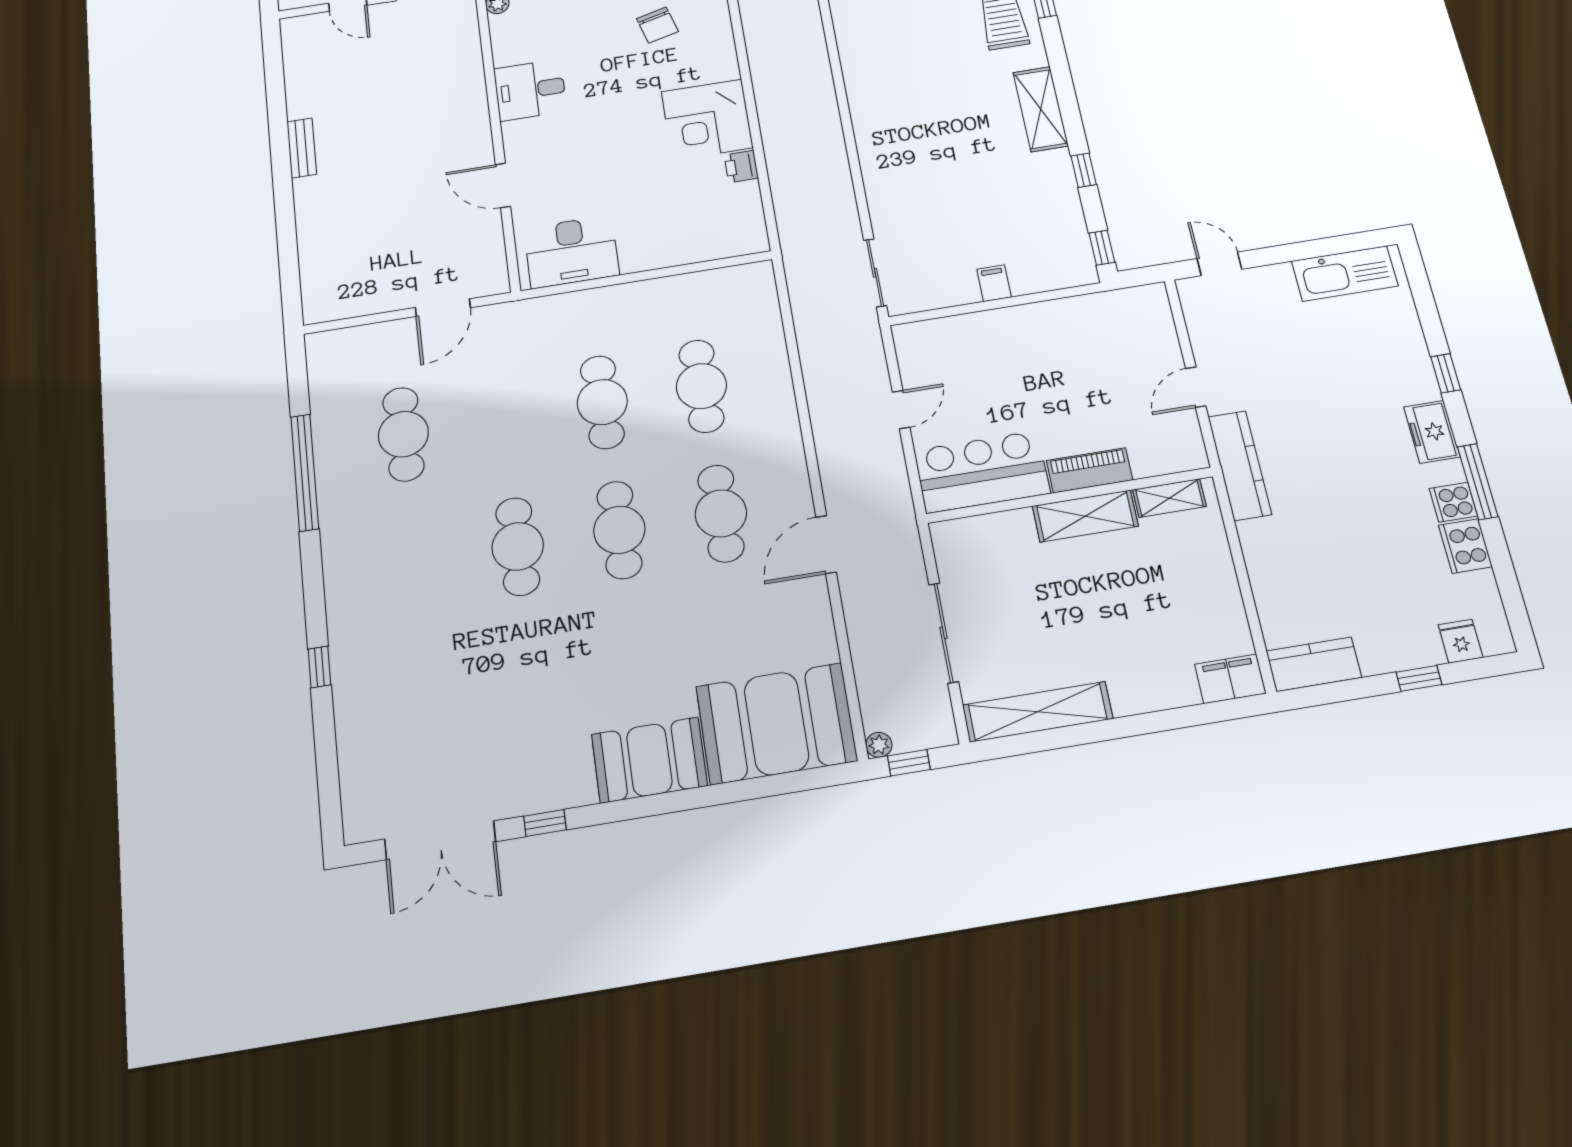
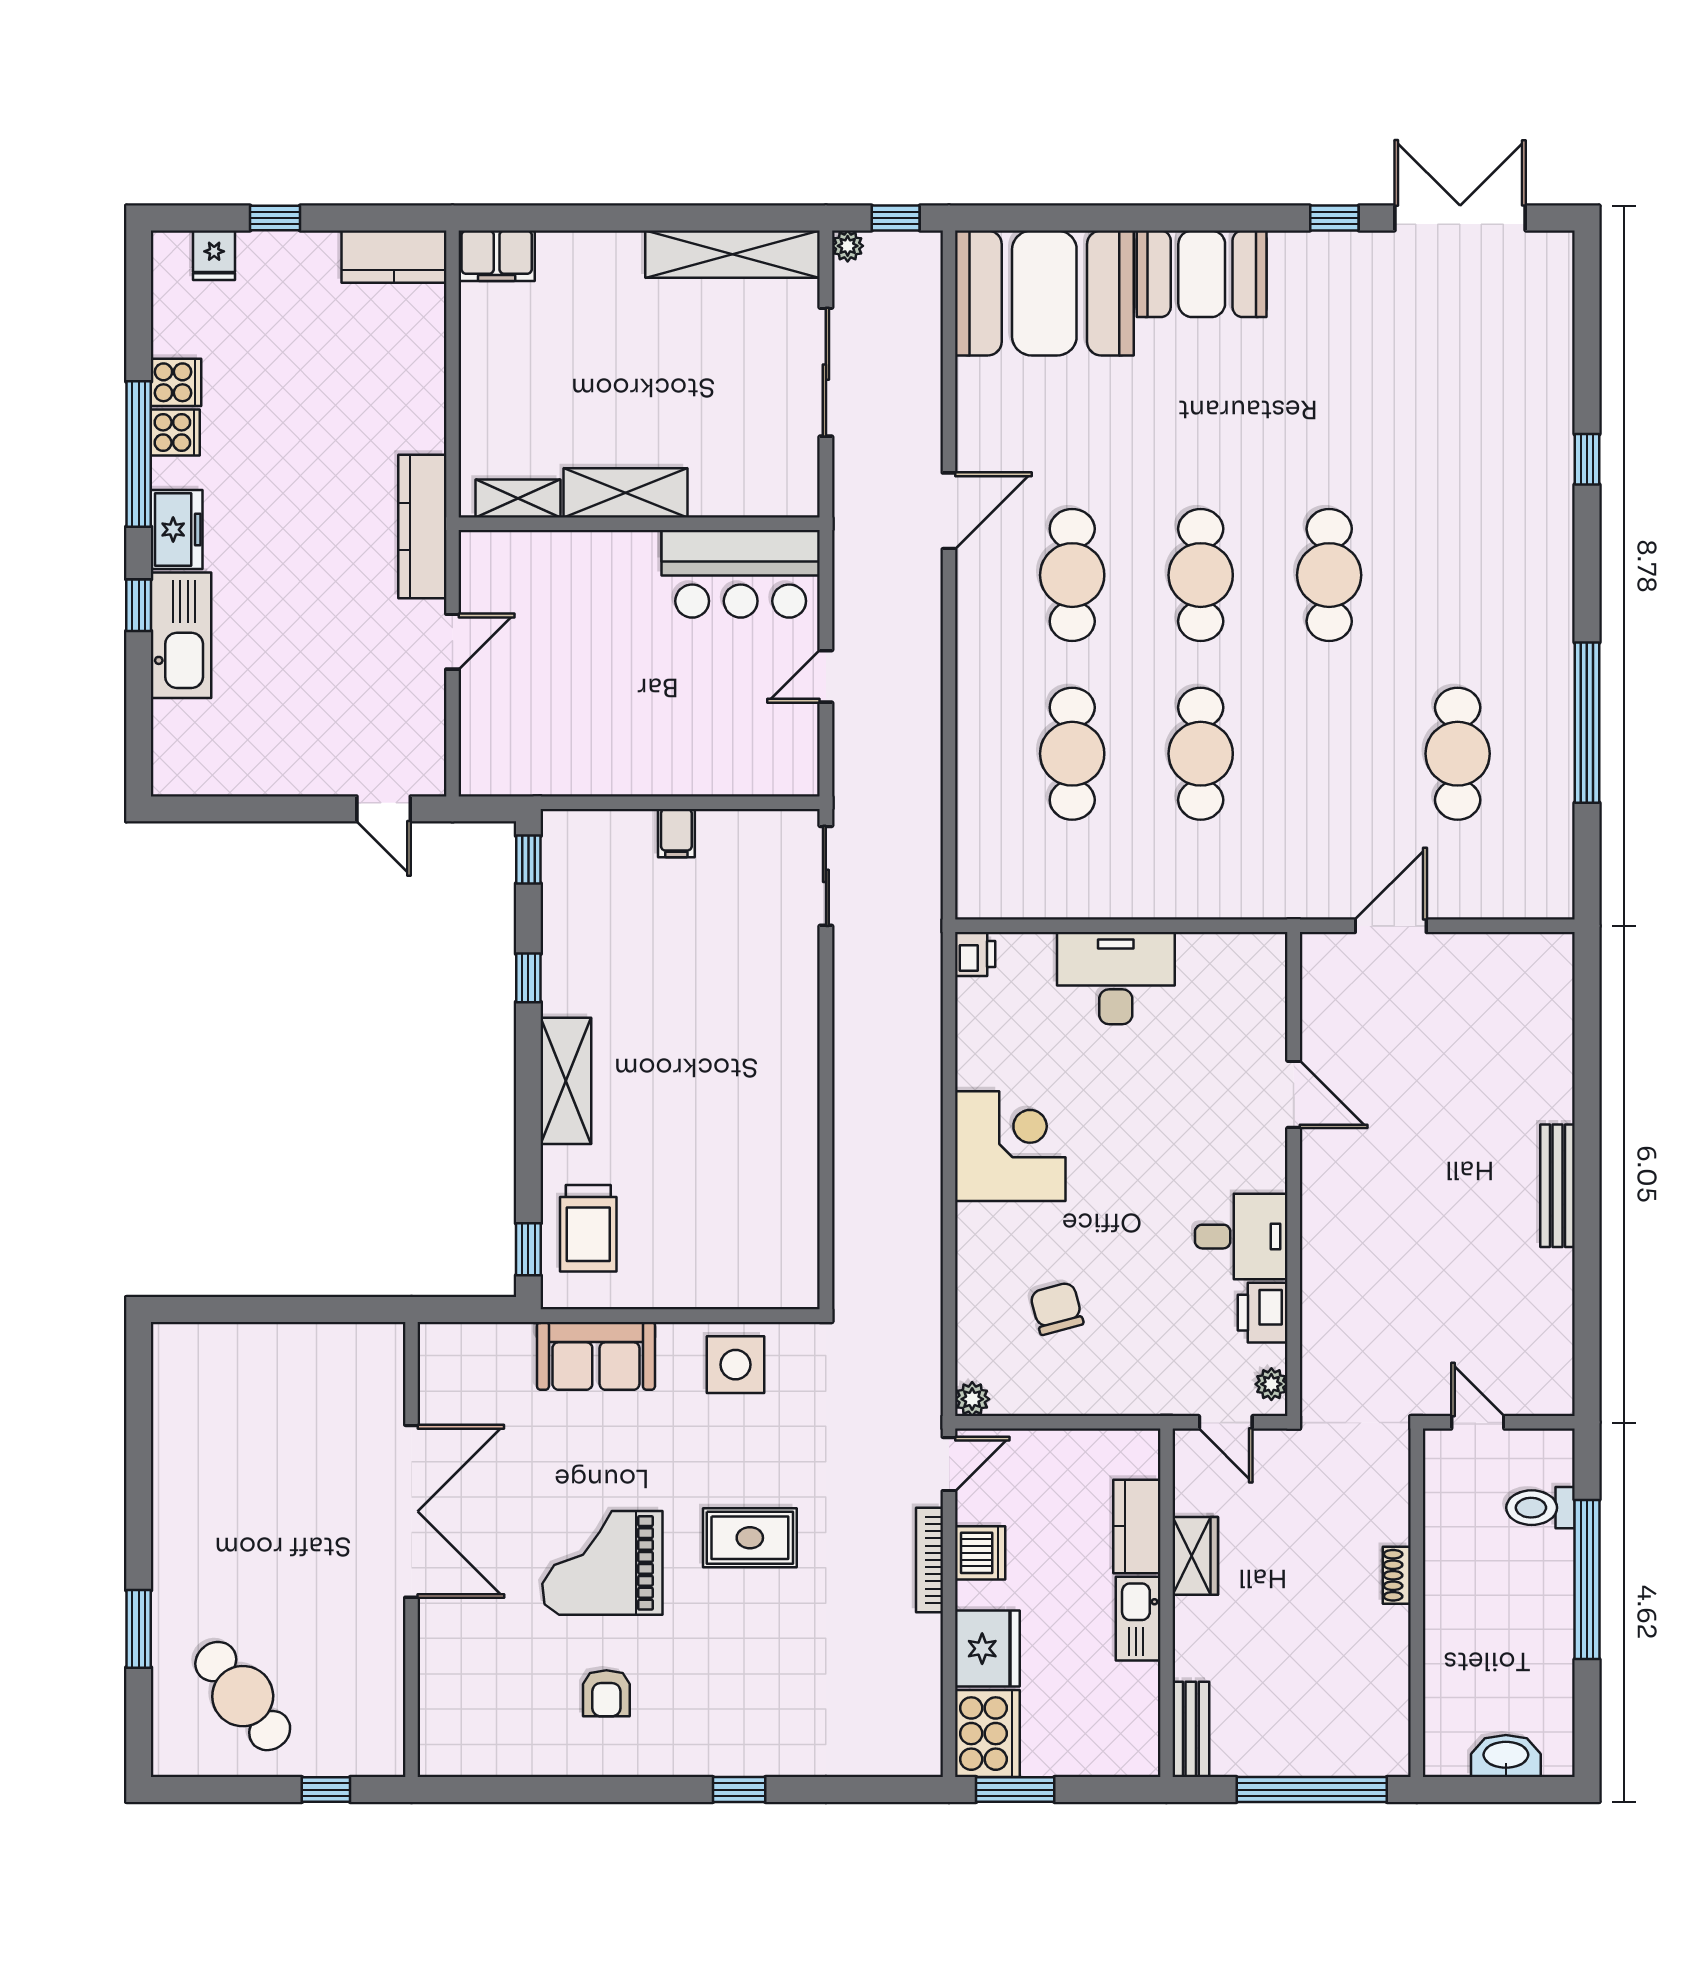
printer: (509, 46) -> (1263, 1313), added
bench: (302, 148) -> (1558, 1186), width x1.36
printer: (741, 166) -> (975, 954), moved
desk: (572, 252) -> (1116, 978), moved
kitchen sink: (1345, 274) -> (181, 635), moved, turned 90
piano: (1090, 470) -> (608, 552), removed
window: (1478, 482) -> (139, 454), width x1.46
cooker: (1465, 546) -> (176, 382), width x0.73
plant: (879, 745) -> (848, 246), moved

